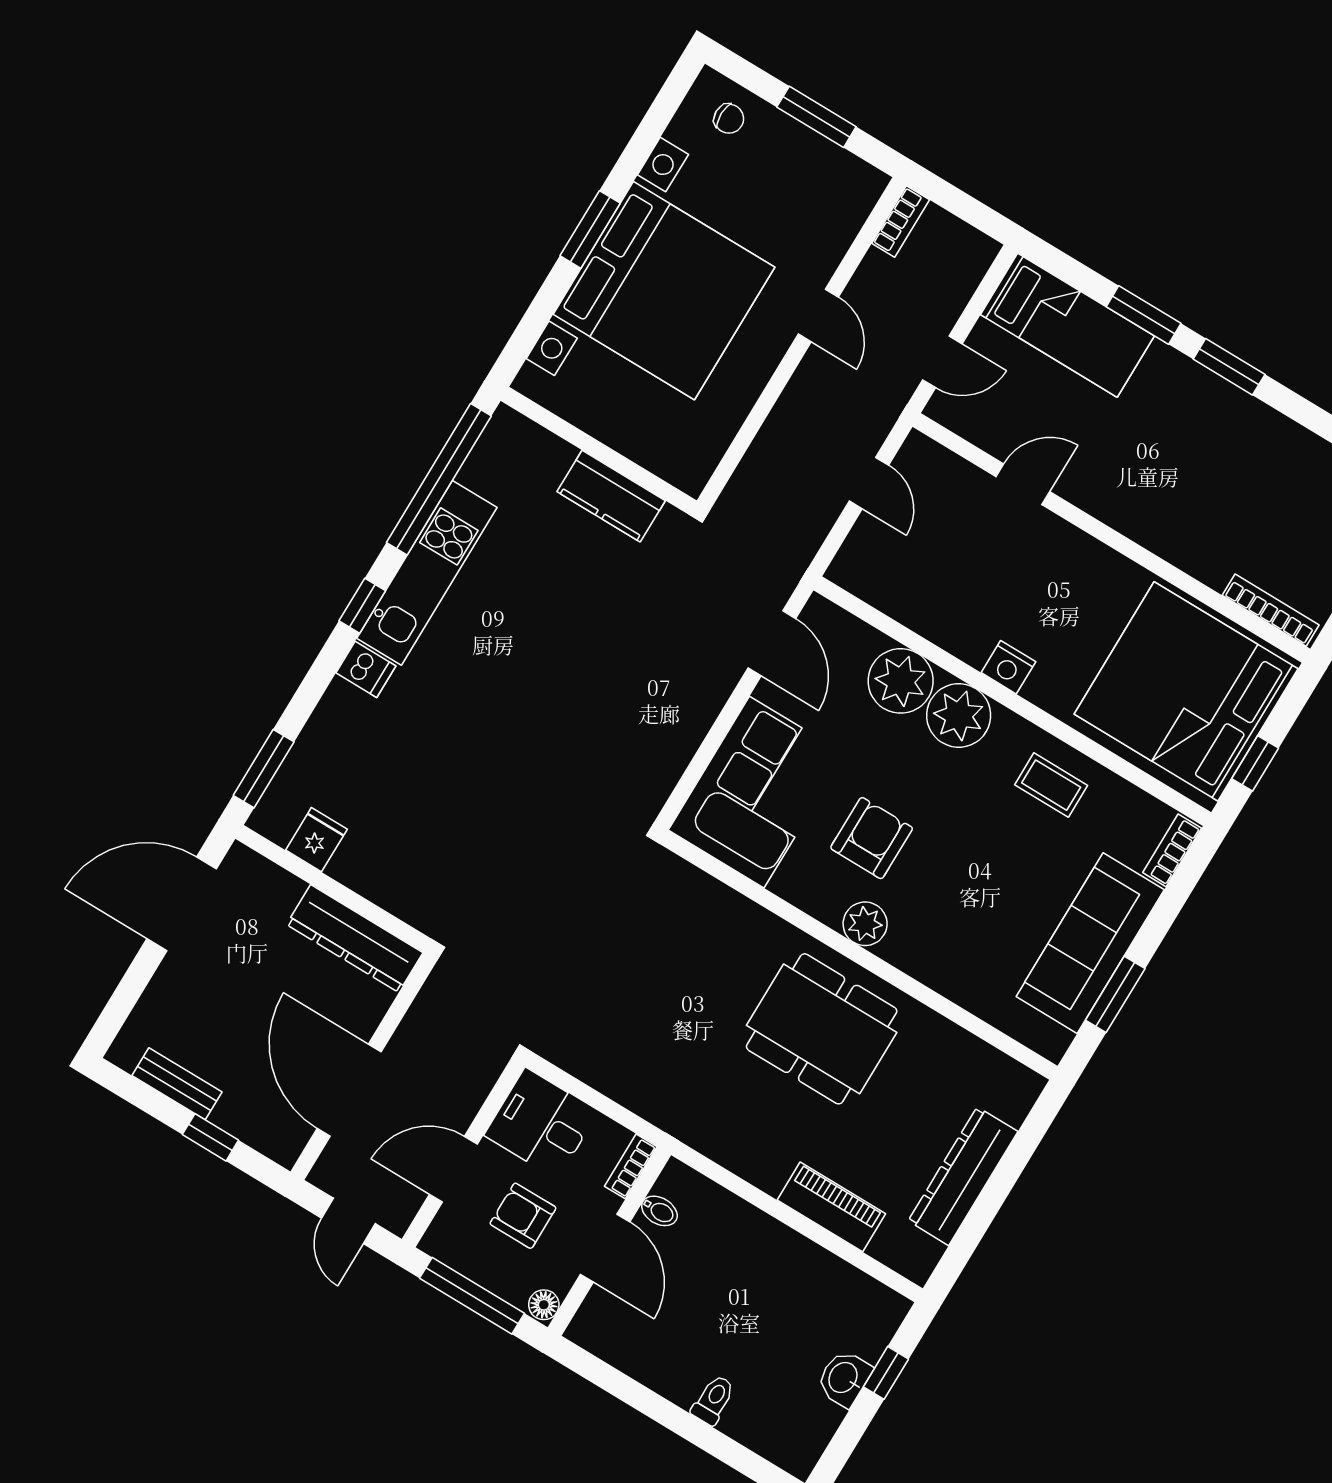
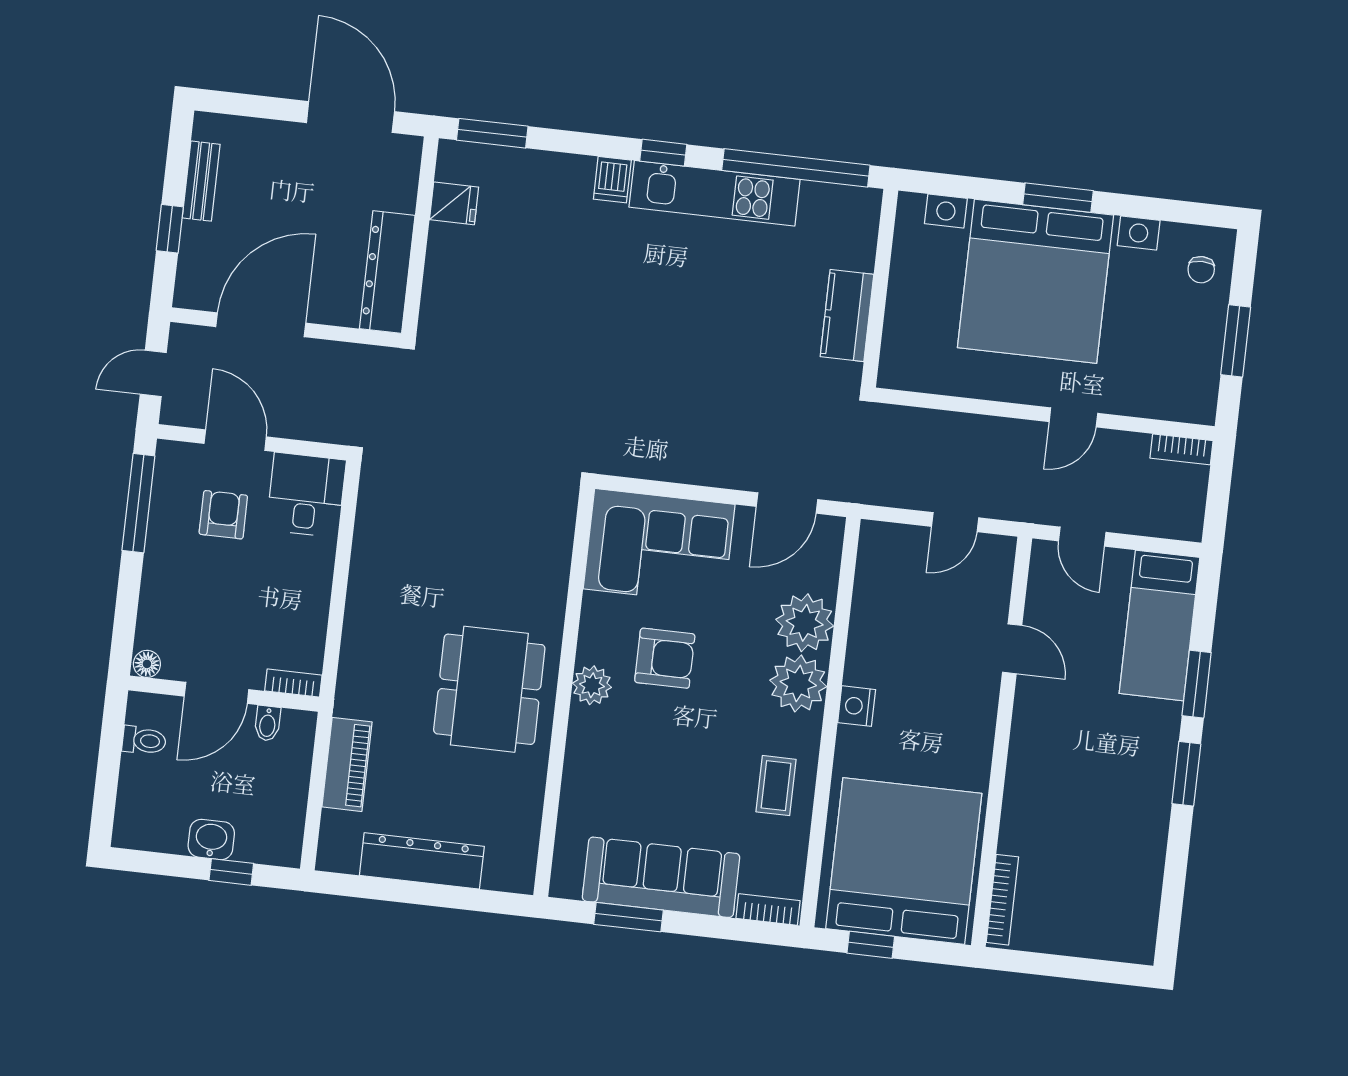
bookcase: (631, 1166) -> (293, 683), moved
bidet: (659, 1211) -> (268, 723), moved
wall: (609, 1241) -> (224, 694), moved
door: (605, 1248) -> (217, 693), moved
floor lamp: (544, 1305) -> (147, 664), moved

